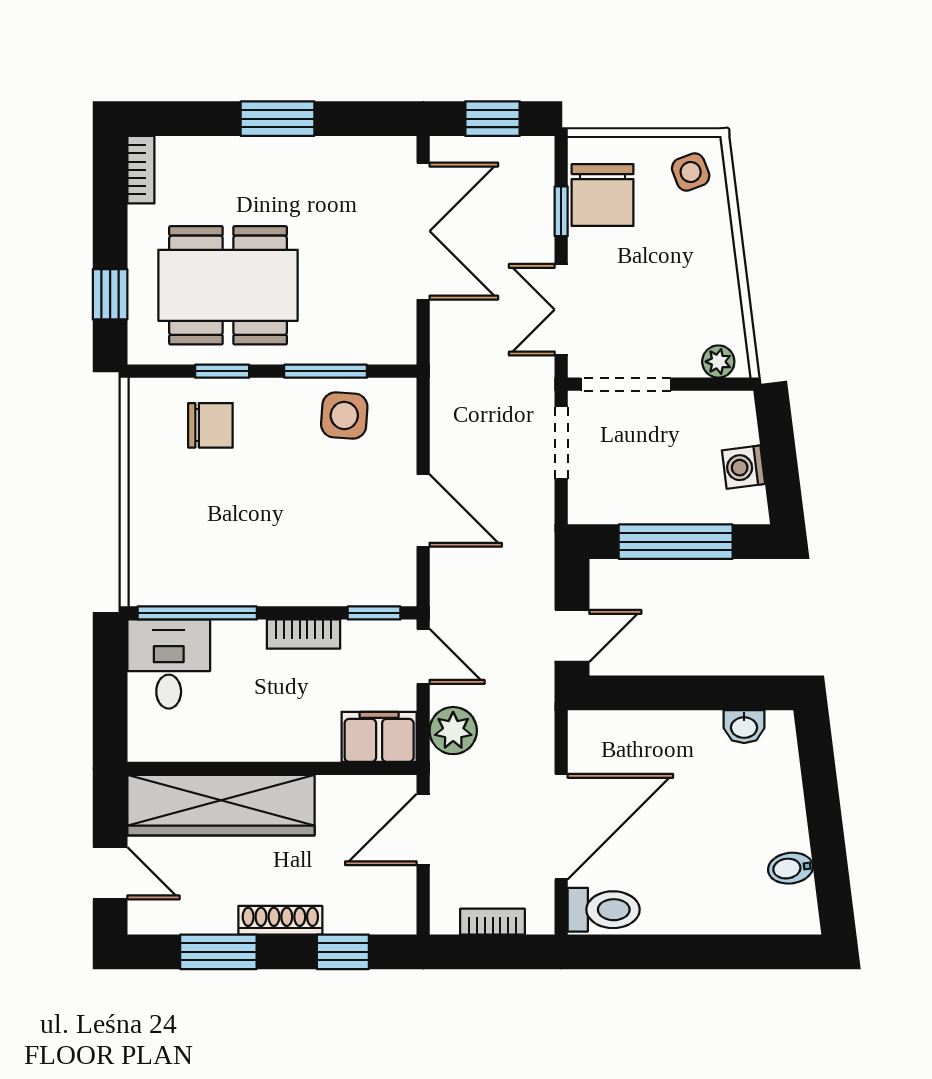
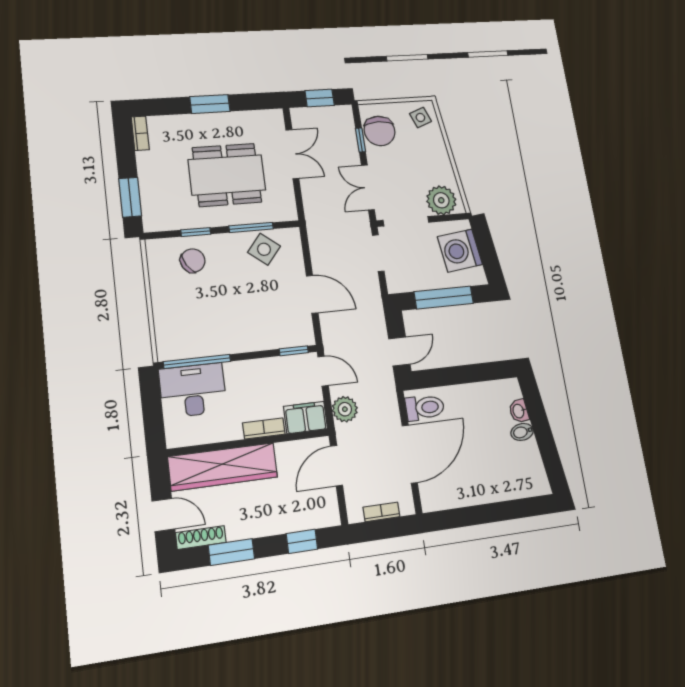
double door: (423, 231) -> (292, 154), width x0.73
dining table: (228, 285) -> (227, 175), moved
window: (110, 294) -> (130, 197), width x1.50
plant: (718, 362) -> (441, 200), width x1.88, depth x1.88
side table: (344, 416) -> (264, 249), turned 35
chair: (210, 425) -> (193, 261), turned -31
washing machine: (743, 467) -> (460, 251), width x1.89, depth x1.89
bookcase: (304, 634) -> (264, 429), moved, turned 180
desk: (169, 664) -> (193, 390), width x1.37
washbasin: (744, 727) -> (519, 411), moved, turned 83
bidet: (790, 868) -> (522, 432), moved
toilet: (604, 910) -> (425, 408), moved
shoe rack: (280, 920) -> (201, 538), moved

